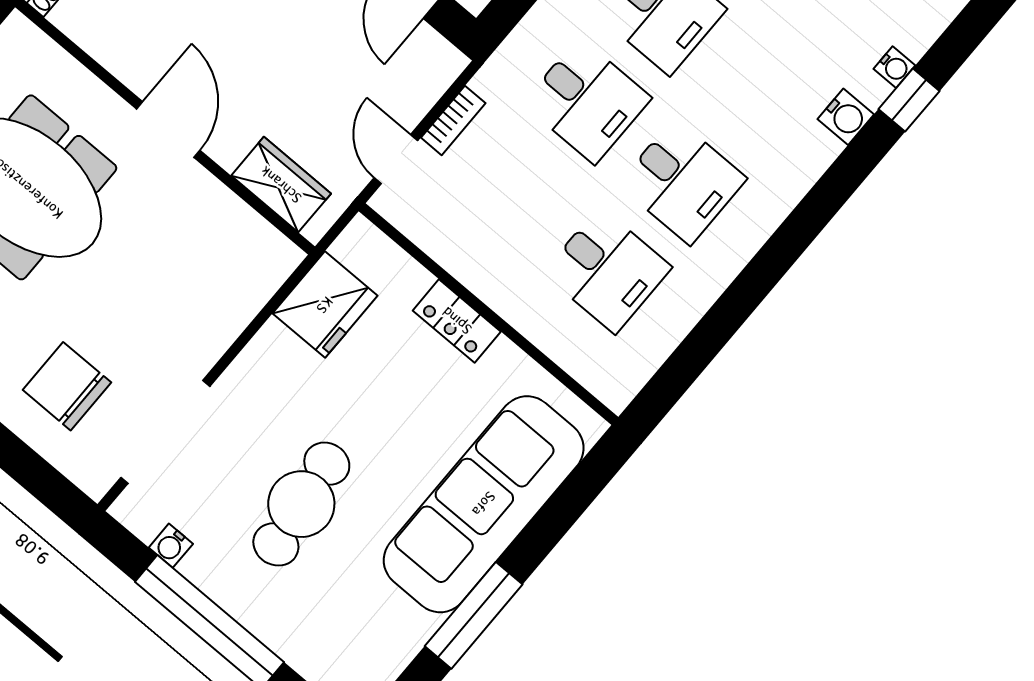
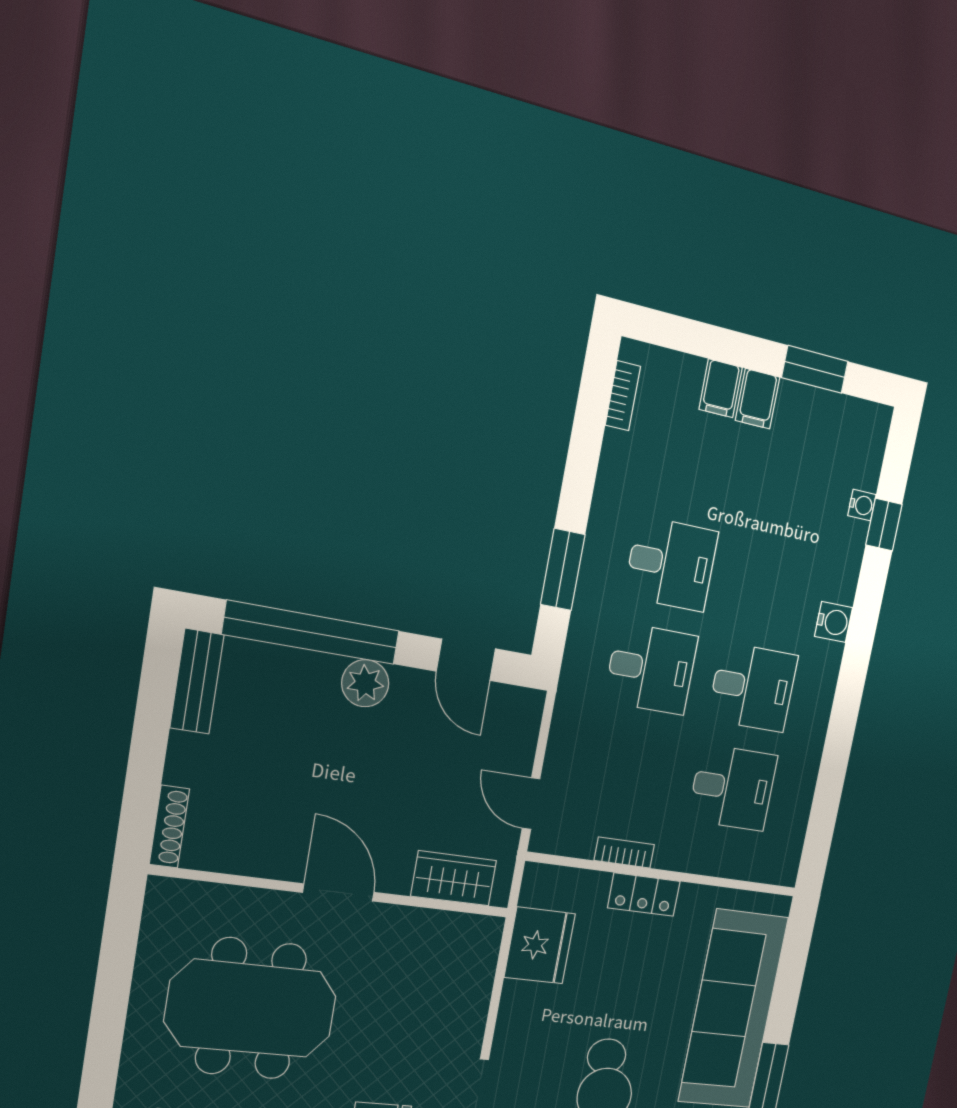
water cooler: (846, 117) -> (834, 622), moved
bookcase: (453, 120) -> (624, 853), moved, turned -90

